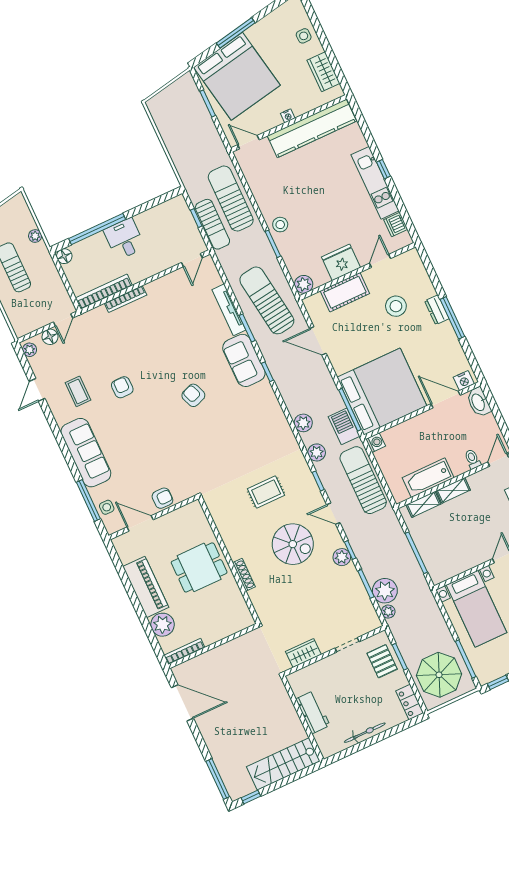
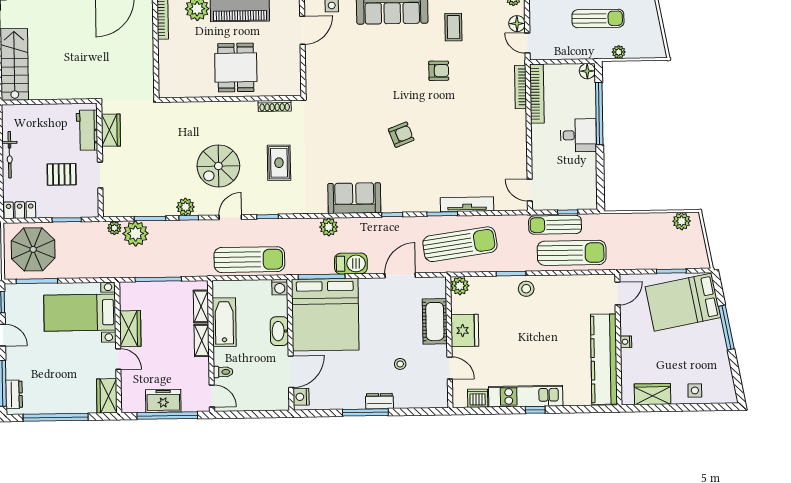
bed: (237, 76) -> (683, 302), width x0.73
bookcase: (125, 299) -> (520, 87), moved
stool: (396, 306) -> (400, 364), width x0.53, depth x0.53
sofa: (244, 360) -> (354, 198), moved
coffee table: (78, 391) -> (453, 27), turned 90
washbasin: (479, 402) -> (279, 331), moved, turned -90
barbecue: (344, 426) -> (351, 264), moved
plant: (317, 452) -> (682, 221), moved
armchair: (162, 498) -> (317, 62), removed
wardrobe: (471, 558) -> (130, 329), added
shoe rack: (244, 575) -> (275, 106), moved
pallet: (382, 661) -> (62, 174), moved
workbench: (313, 712) -> (87, 130), moved, turned 90

